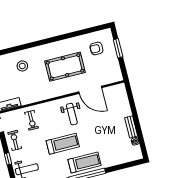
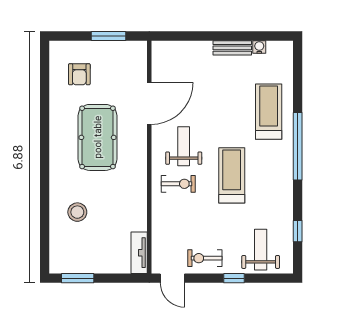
window: (118, 48) -> (108, 36), moved
weight bench: (72, 114) -> (184, 146), turned -90
exercise bike: (32, 120) -> (178, 184), moved
treadmill: (84, 163) -> (269, 112), moved

